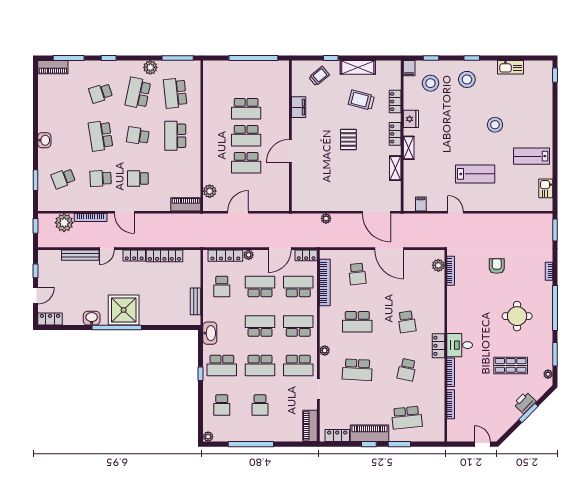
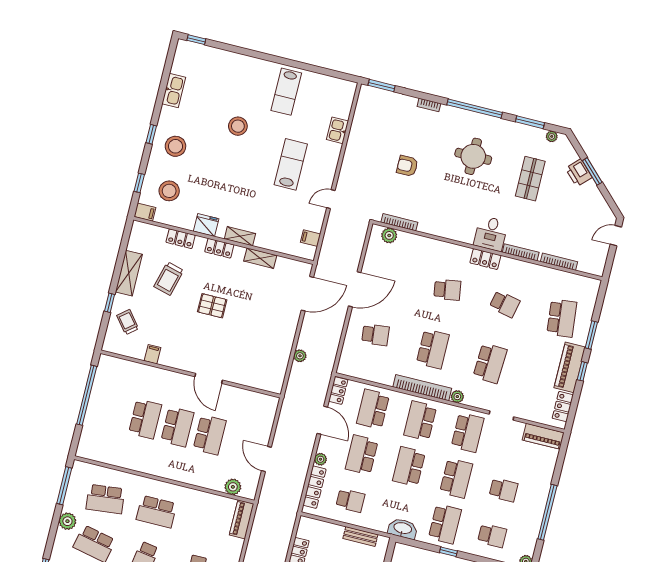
filing cabinet: (299, 107) -> (152, 354), width x0.50
kitchen sink: (546, 188) -> (337, 130), moved, turned 90
bookcase: (325, 282) -> (422, 388), moved

